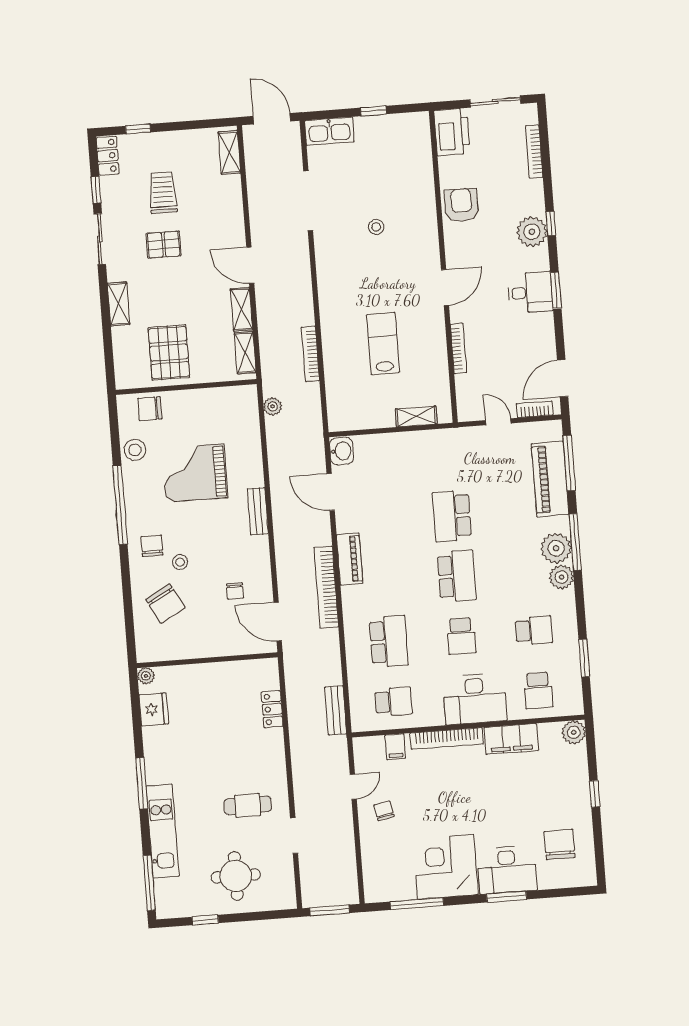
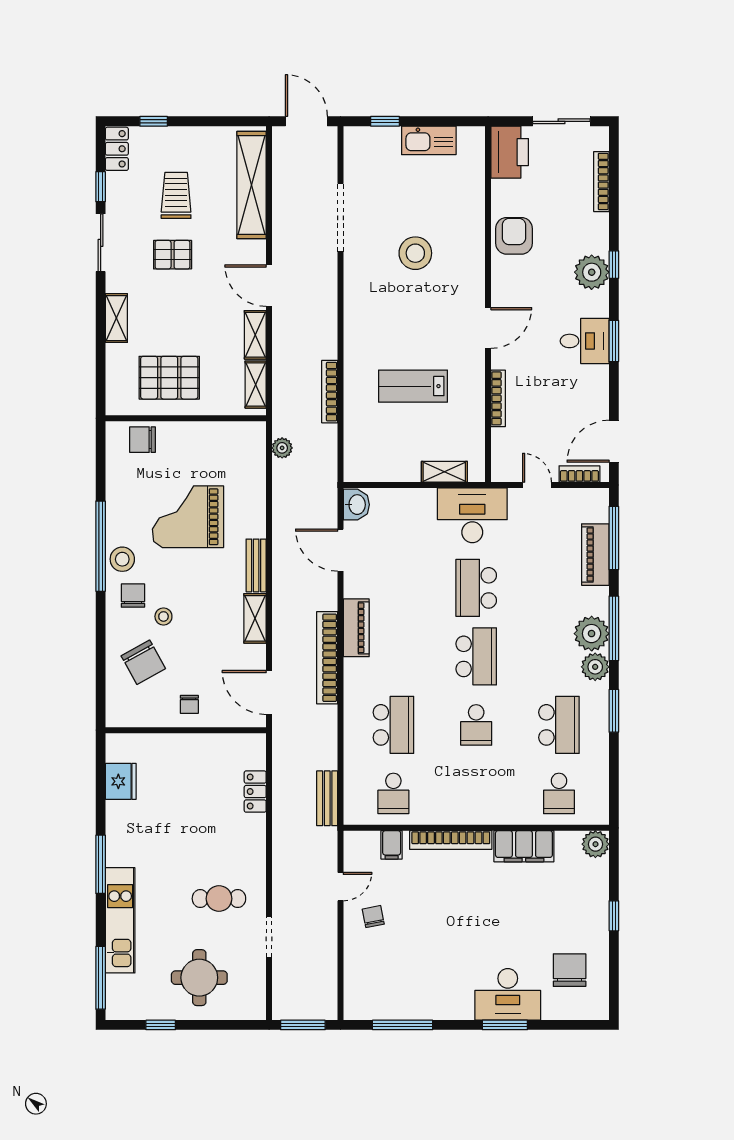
window: (373, 111) -> (385, 121), moved
kitchen sink: (329, 131) -> (429, 140), moved
shelving: (229, 152) -> (252, 185), width x2.20, depth x1.33
stool: (376, 227) -> (415, 253), width x1.89, depth x1.89
lab bench: (383, 343) -> (413, 386), turned -90
pallet: (169, 353) -> (169, 378), turned 90
stool: (135, 450) -> (122, 559), moved
piano: (550, 479) -> (595, 555), width x0.73, depth x0.75
shelving: (260, 558) -> (255, 618), added
chair: (235, 591) -> (189, 704), moved
school desk: (534, 630) -> (559, 725), width x1.85
window: (584, 658) -> (614, 711), moved
plant: (146, 676) -> (115, 743), removed
desk: (475, 699) -> (472, 515), moved, turned 180
school desk: (393, 702) -> (393, 793), turned 90
corner desk: (446, 867) -> (438, 986), removed

